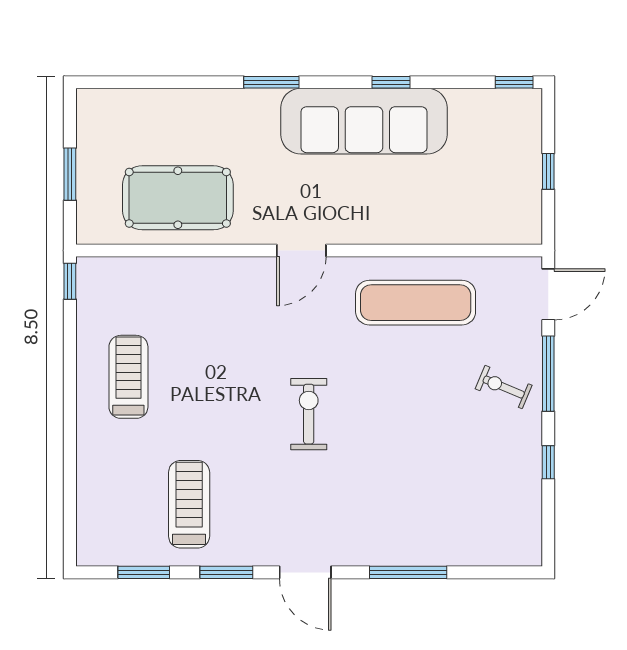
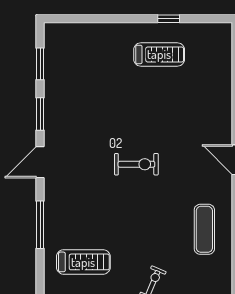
window: (70, 281) -> (169, 19), moved
exercise mat: (416, 303) -> (204, 229), width x0.73, depth x0.69
treadmill: (189, 504) -> (83, 262), moved

